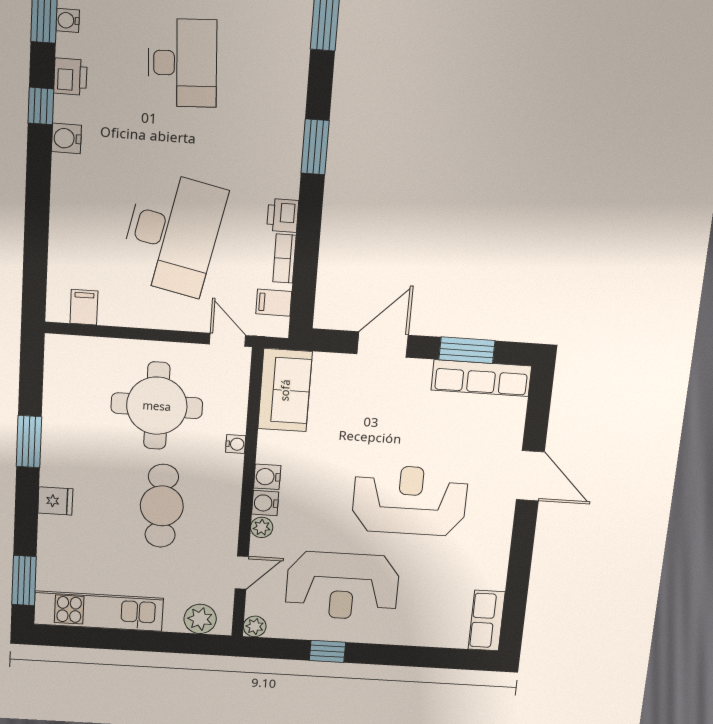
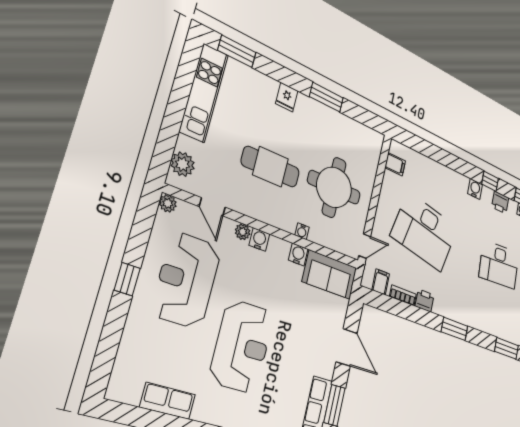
water cooler: (267, 477) -> (298, 255), moved
row of seats: (487, 621) -> (168, 401), moved
window: (327, 651) -> (127, 279), moved

